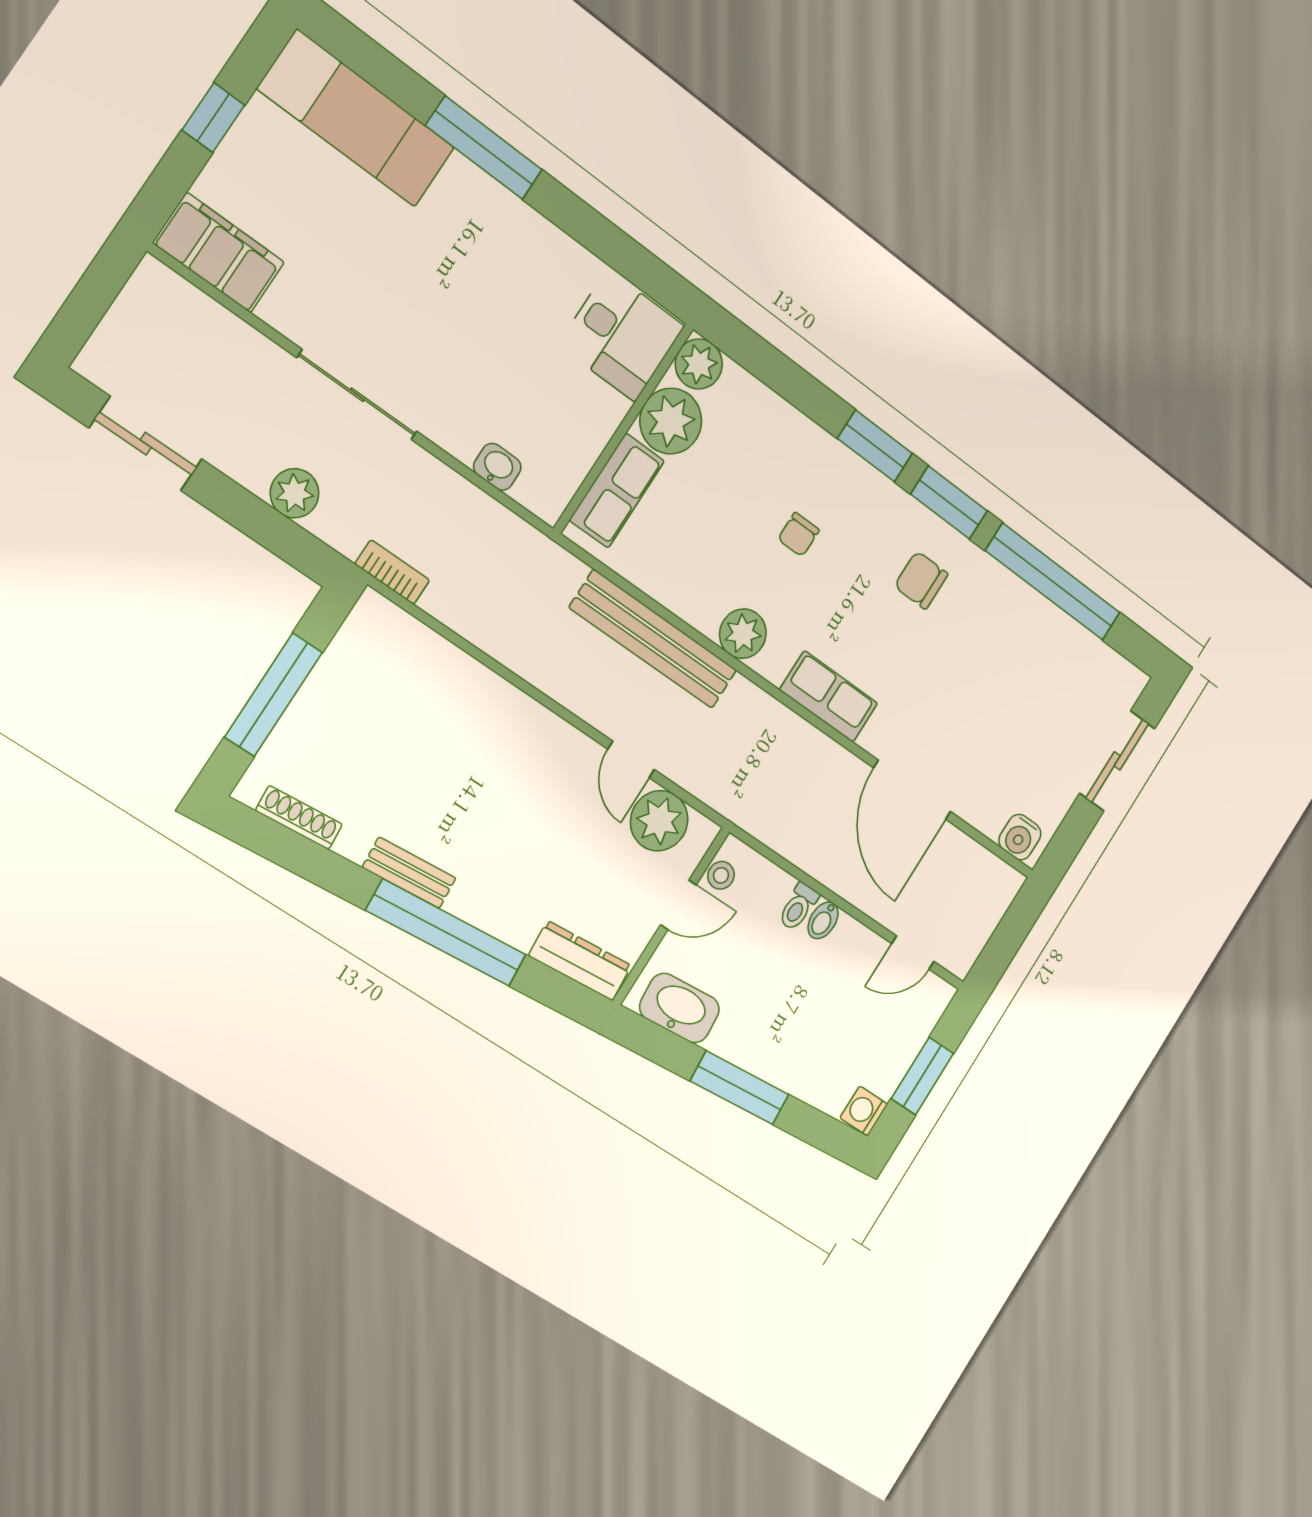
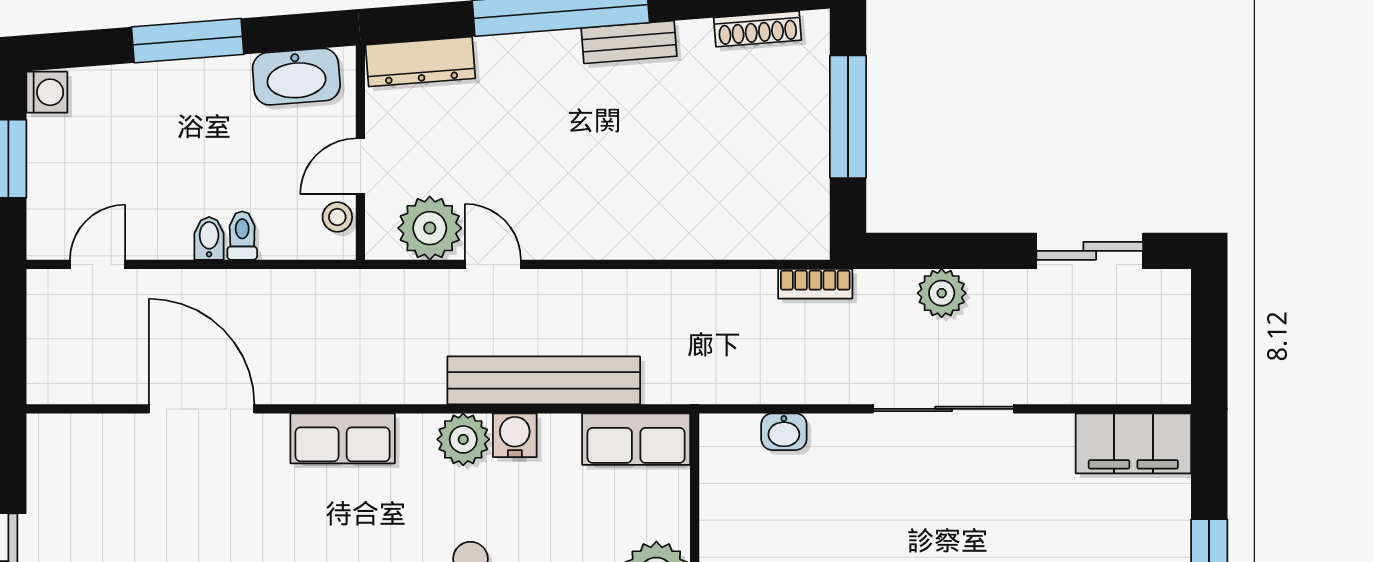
row of seats: (617, 491) -> (636, 439), moved, turned -90
water cooler: (1020, 837) -> (515, 435), moved

